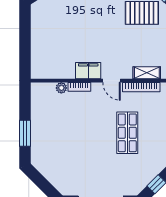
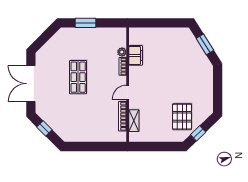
filing cabinet: (88, 71) -> (136, 55), moved
shop shelf: (127, 133) -> (78, 77), moved, turned 90

